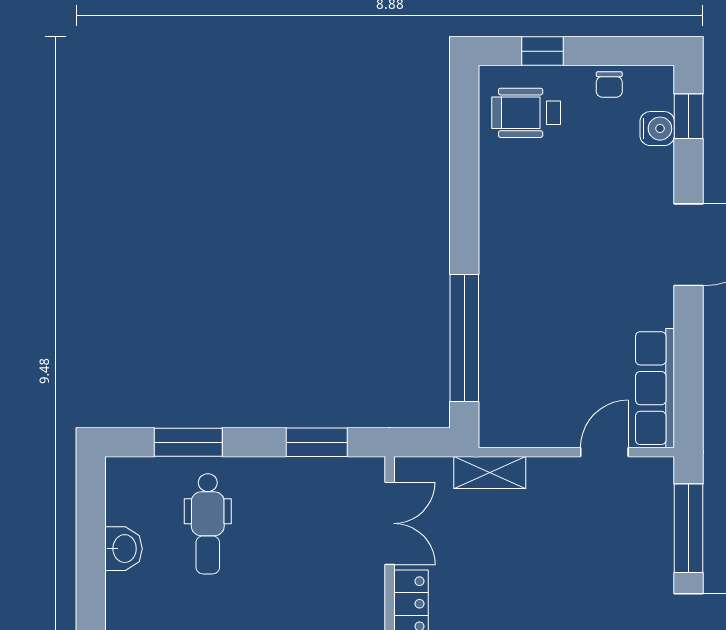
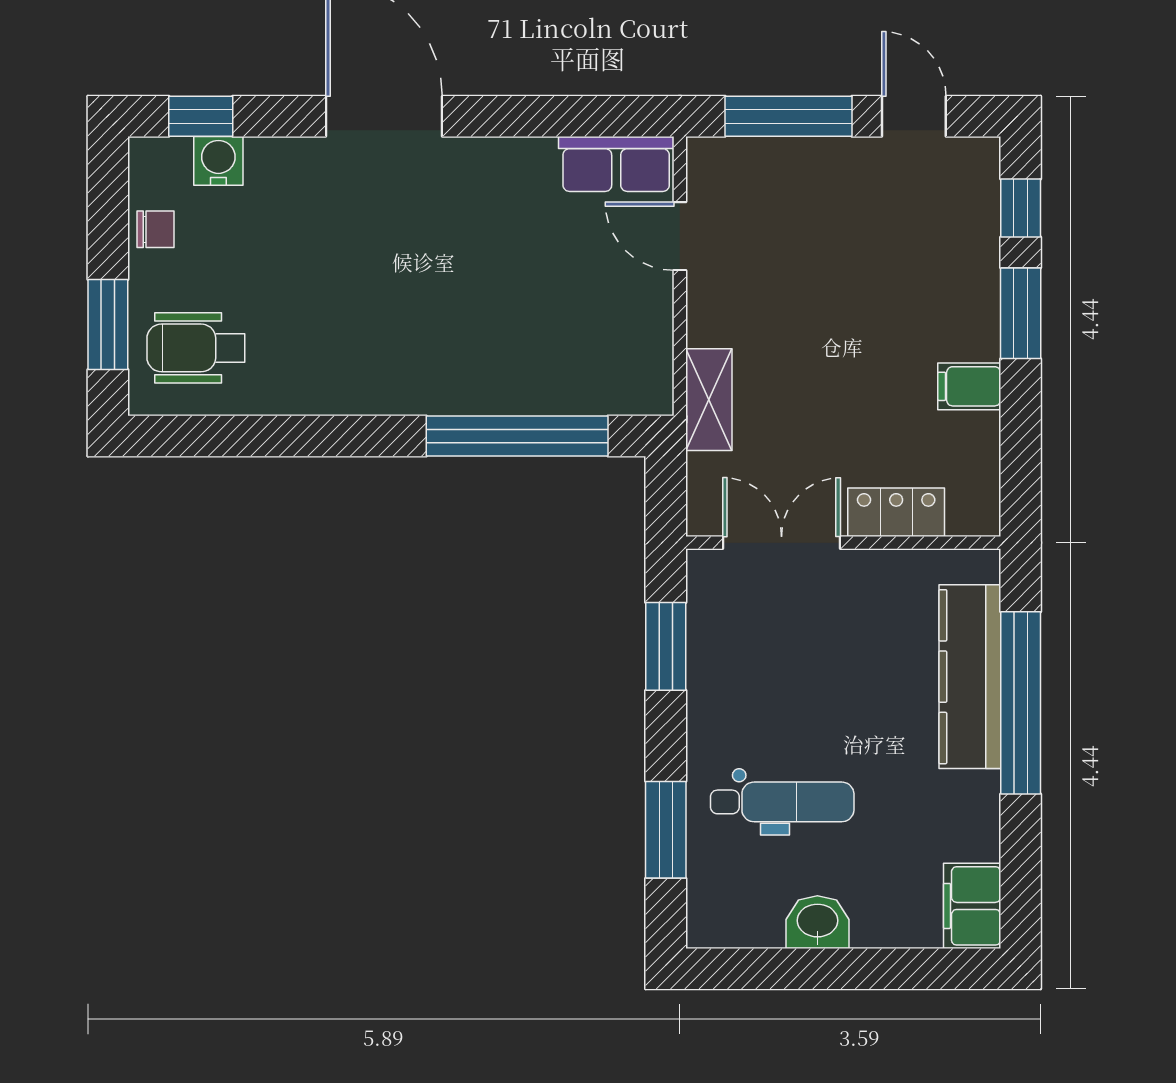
window: (542, 51) -> (108, 325), width x1.50
wheelchair: (526, 113) -> (196, 348), turned 90
row of seats: (655, 388) -> (616, 164), width x0.68

